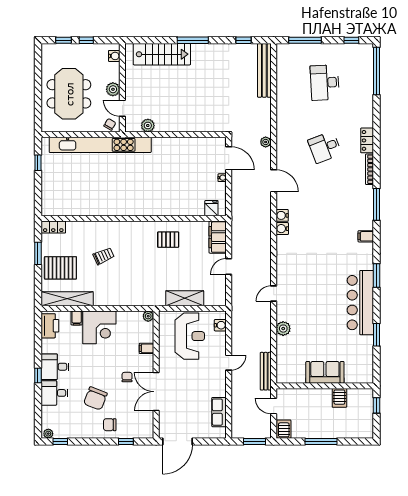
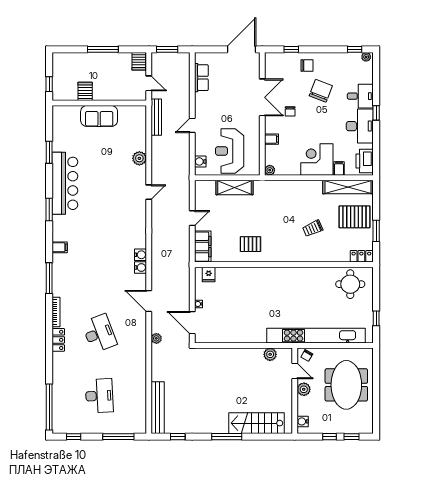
desk: (325, 147) -> (99, 333), width x1.37
round table: (65, 198) -> (350, 284), added
desk: (55, 367) -> (360, 126), width x1.37

